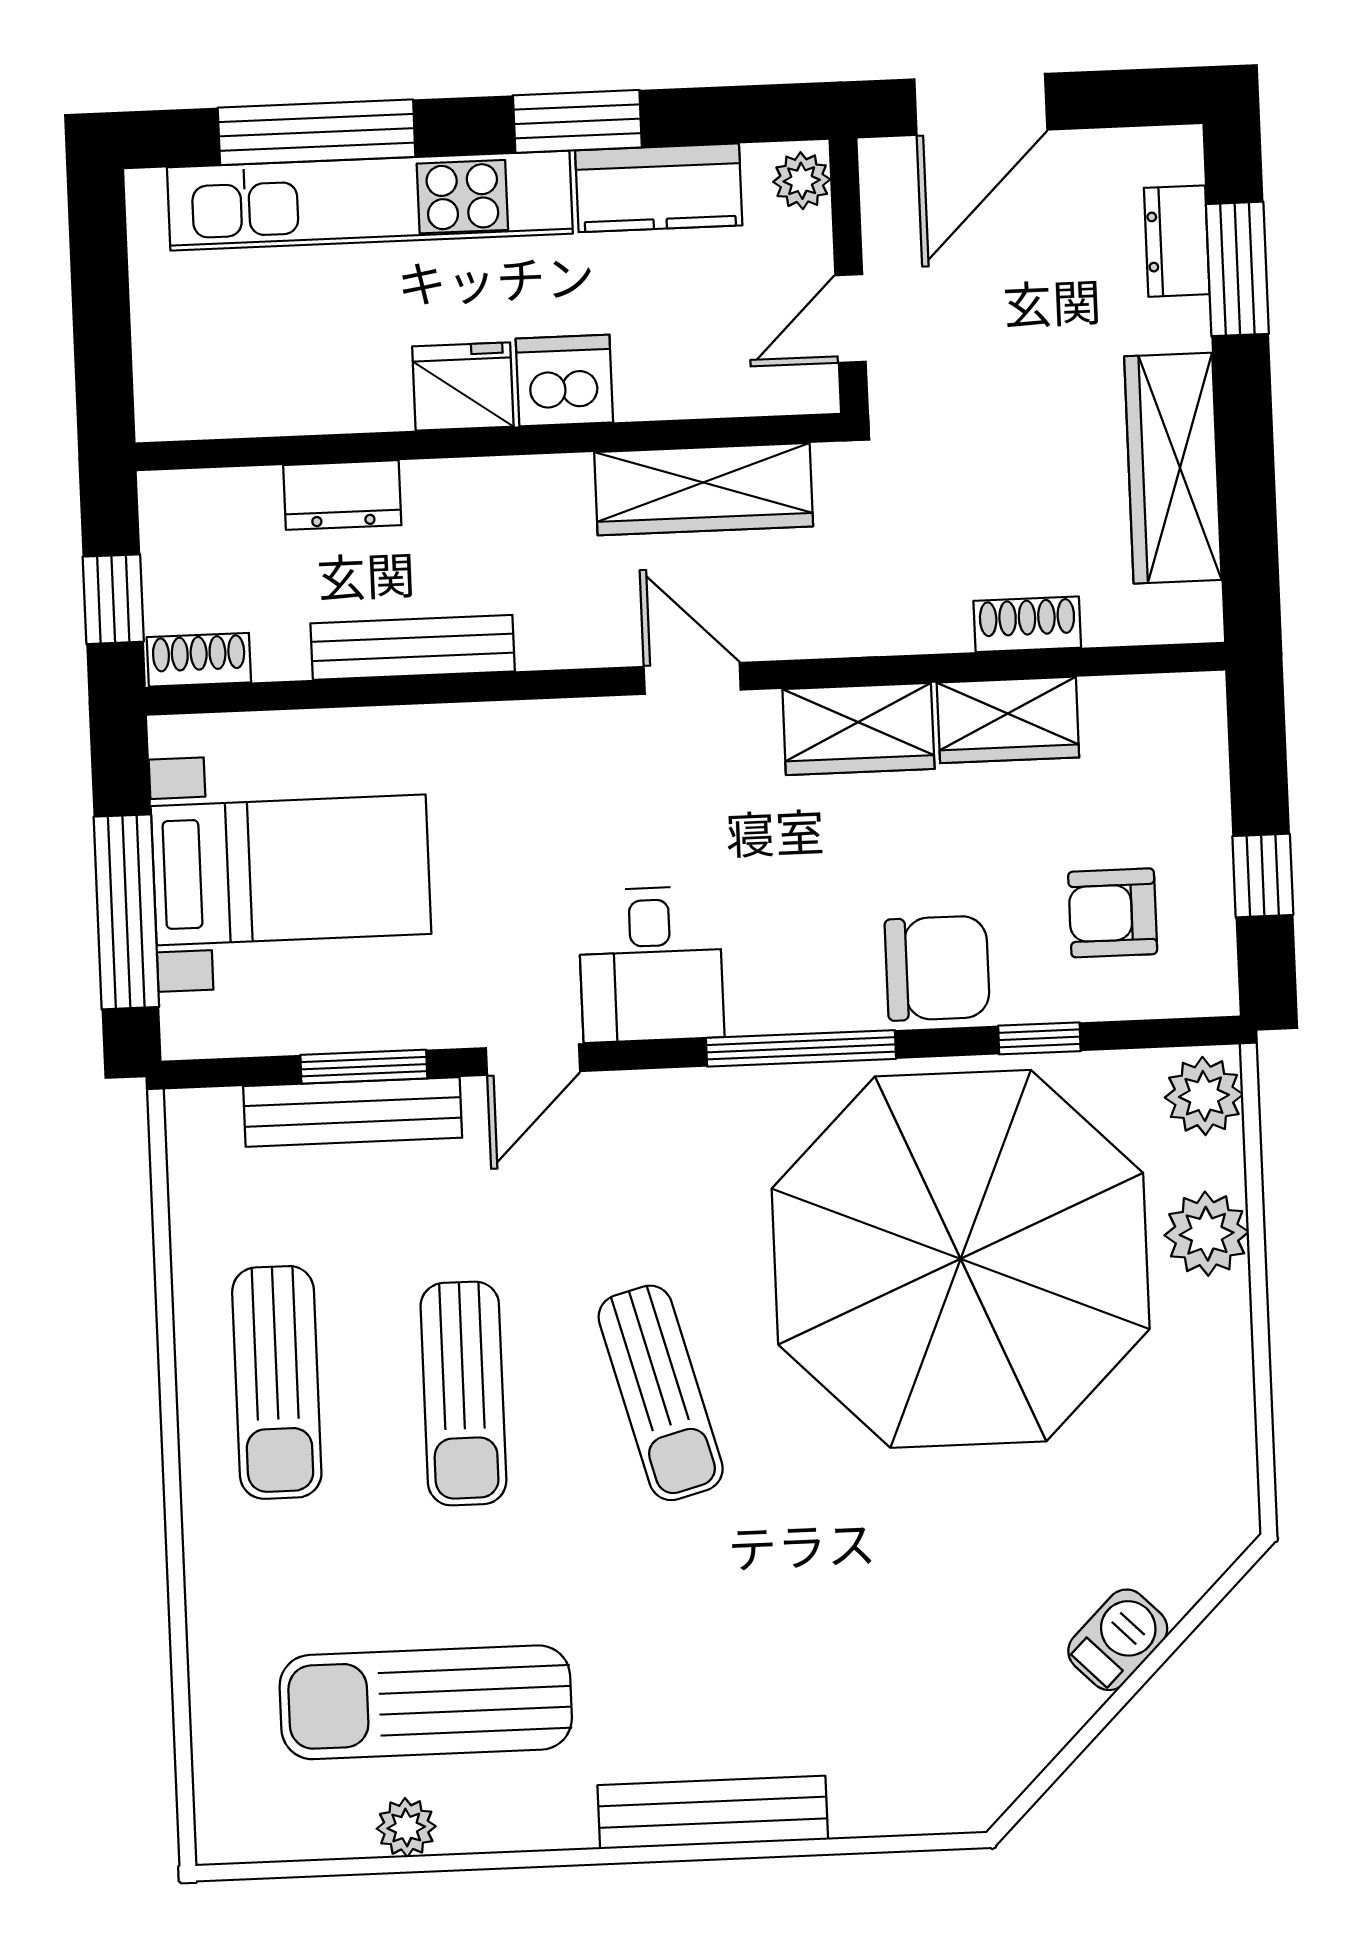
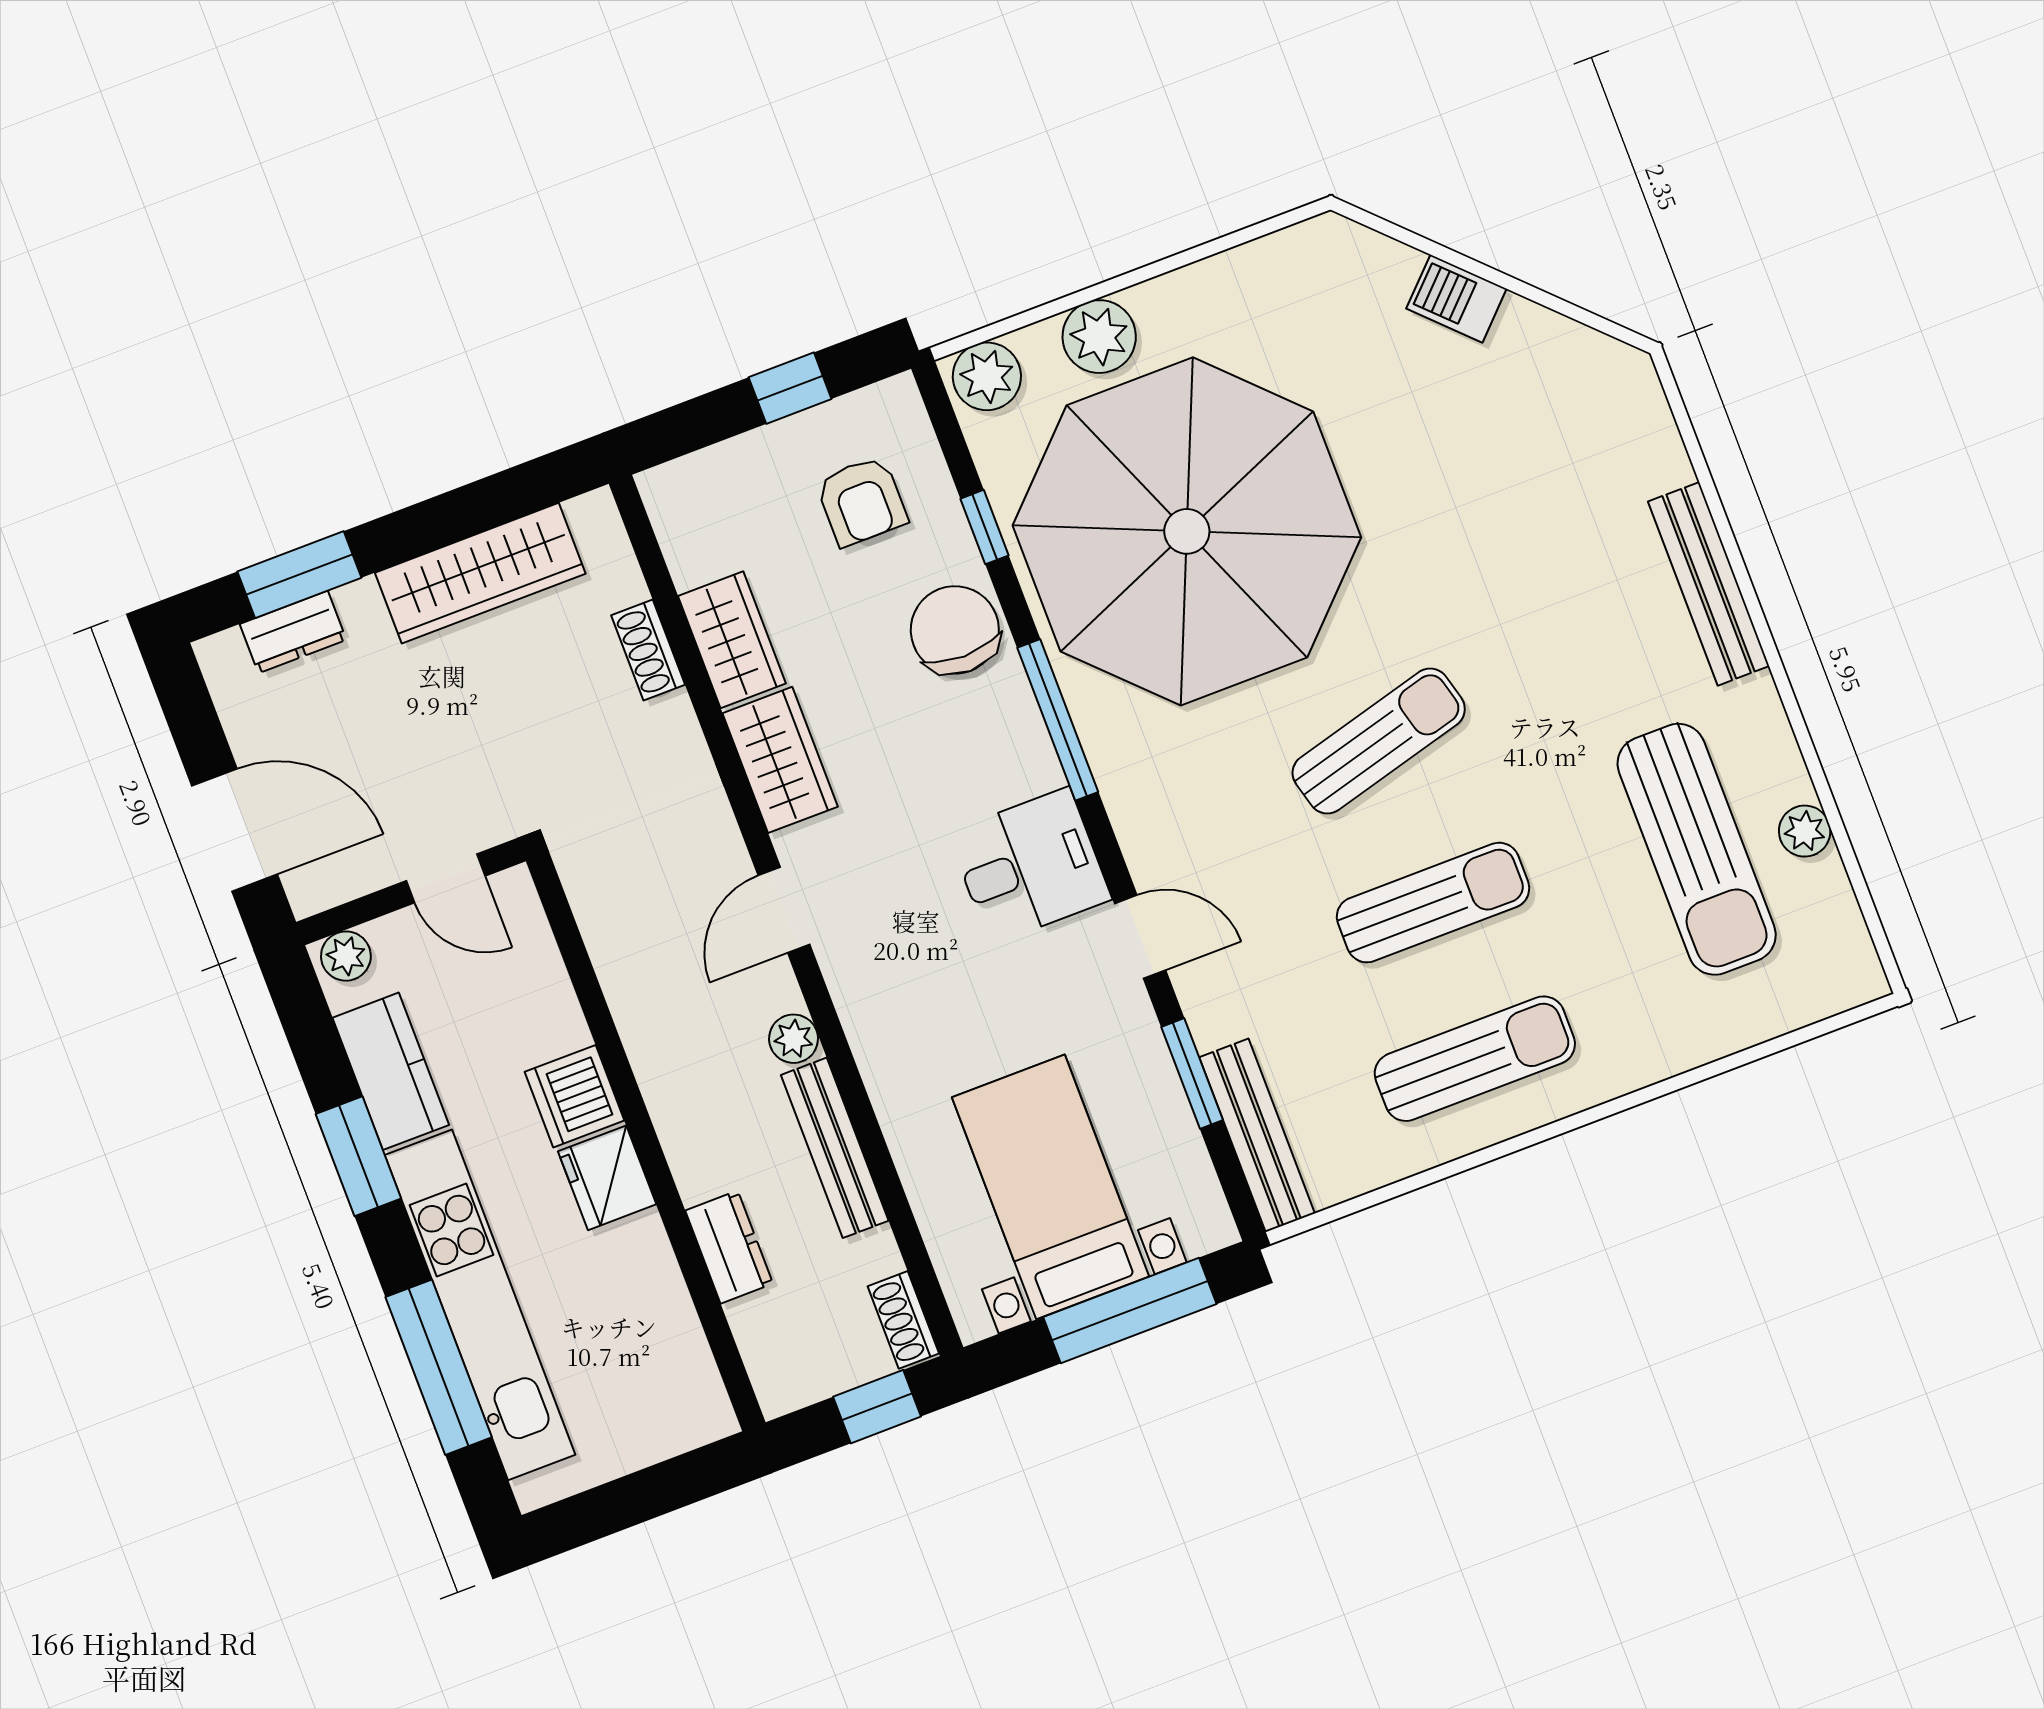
wardrobe: (704, 489) -> (626, 952), removed
plant: (548, 642) -> (794, 1039), added
bench: (353, 1112) -> (1257, 1135), moved

